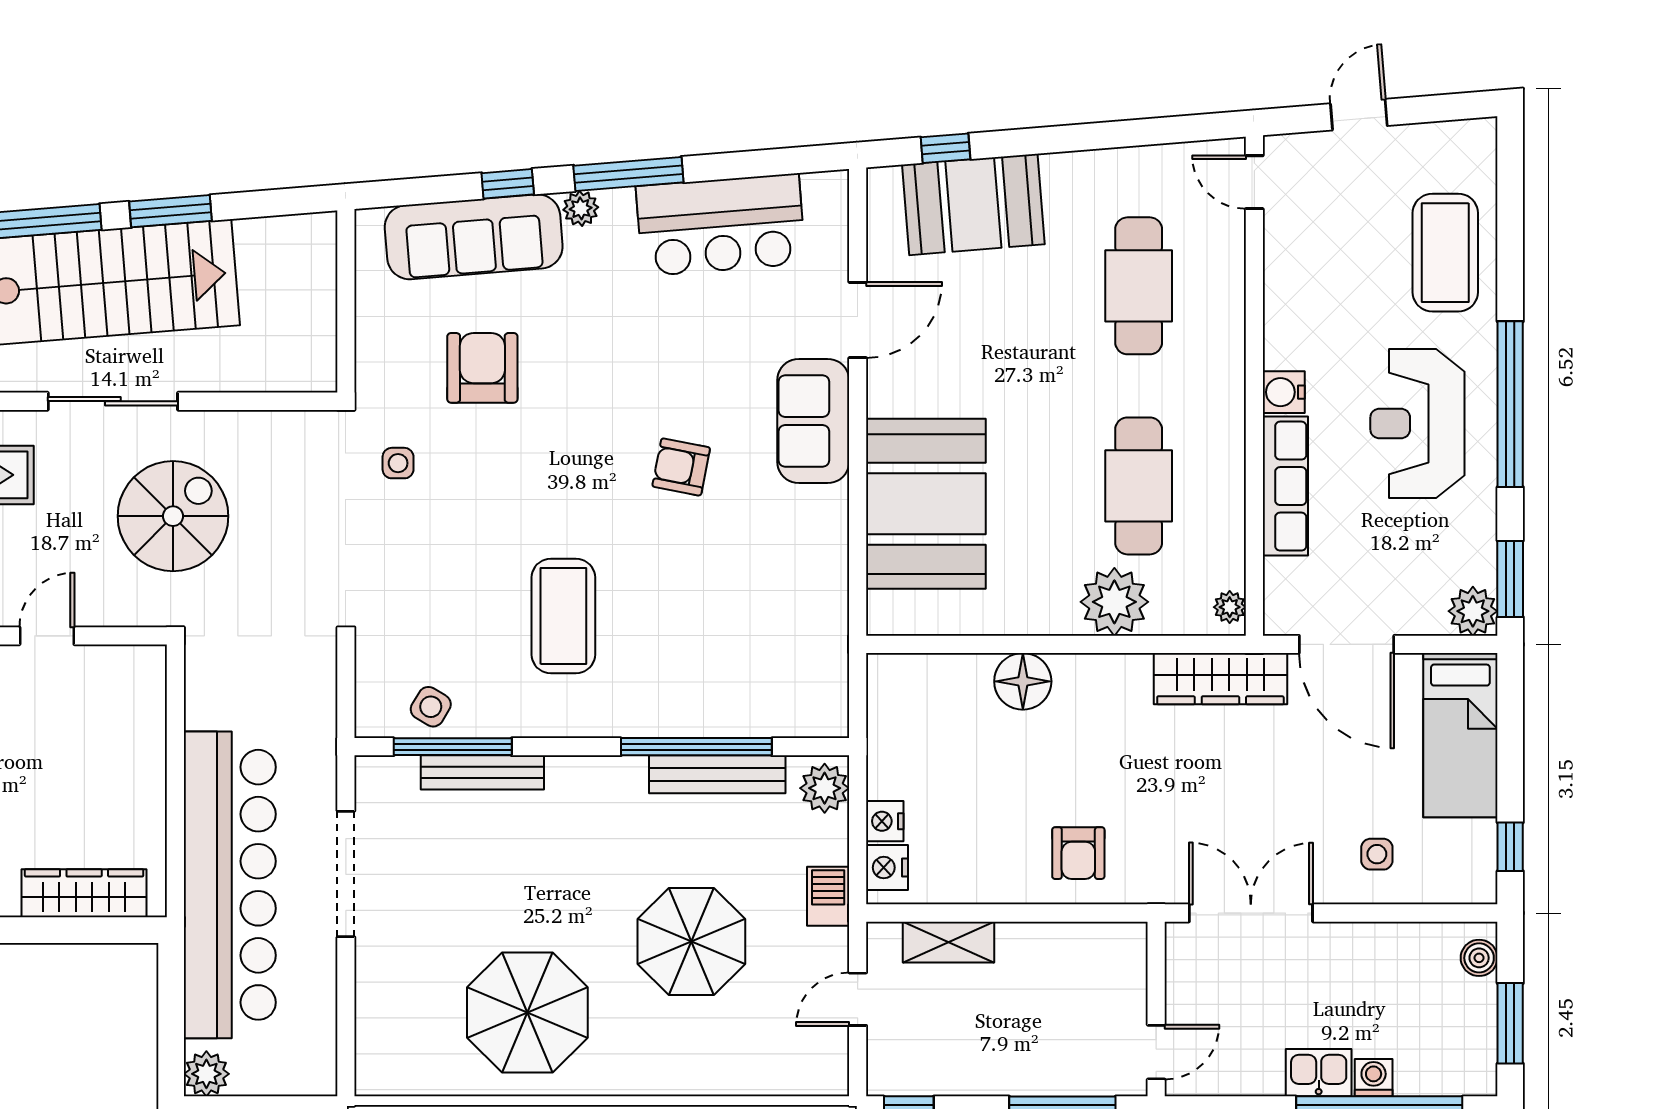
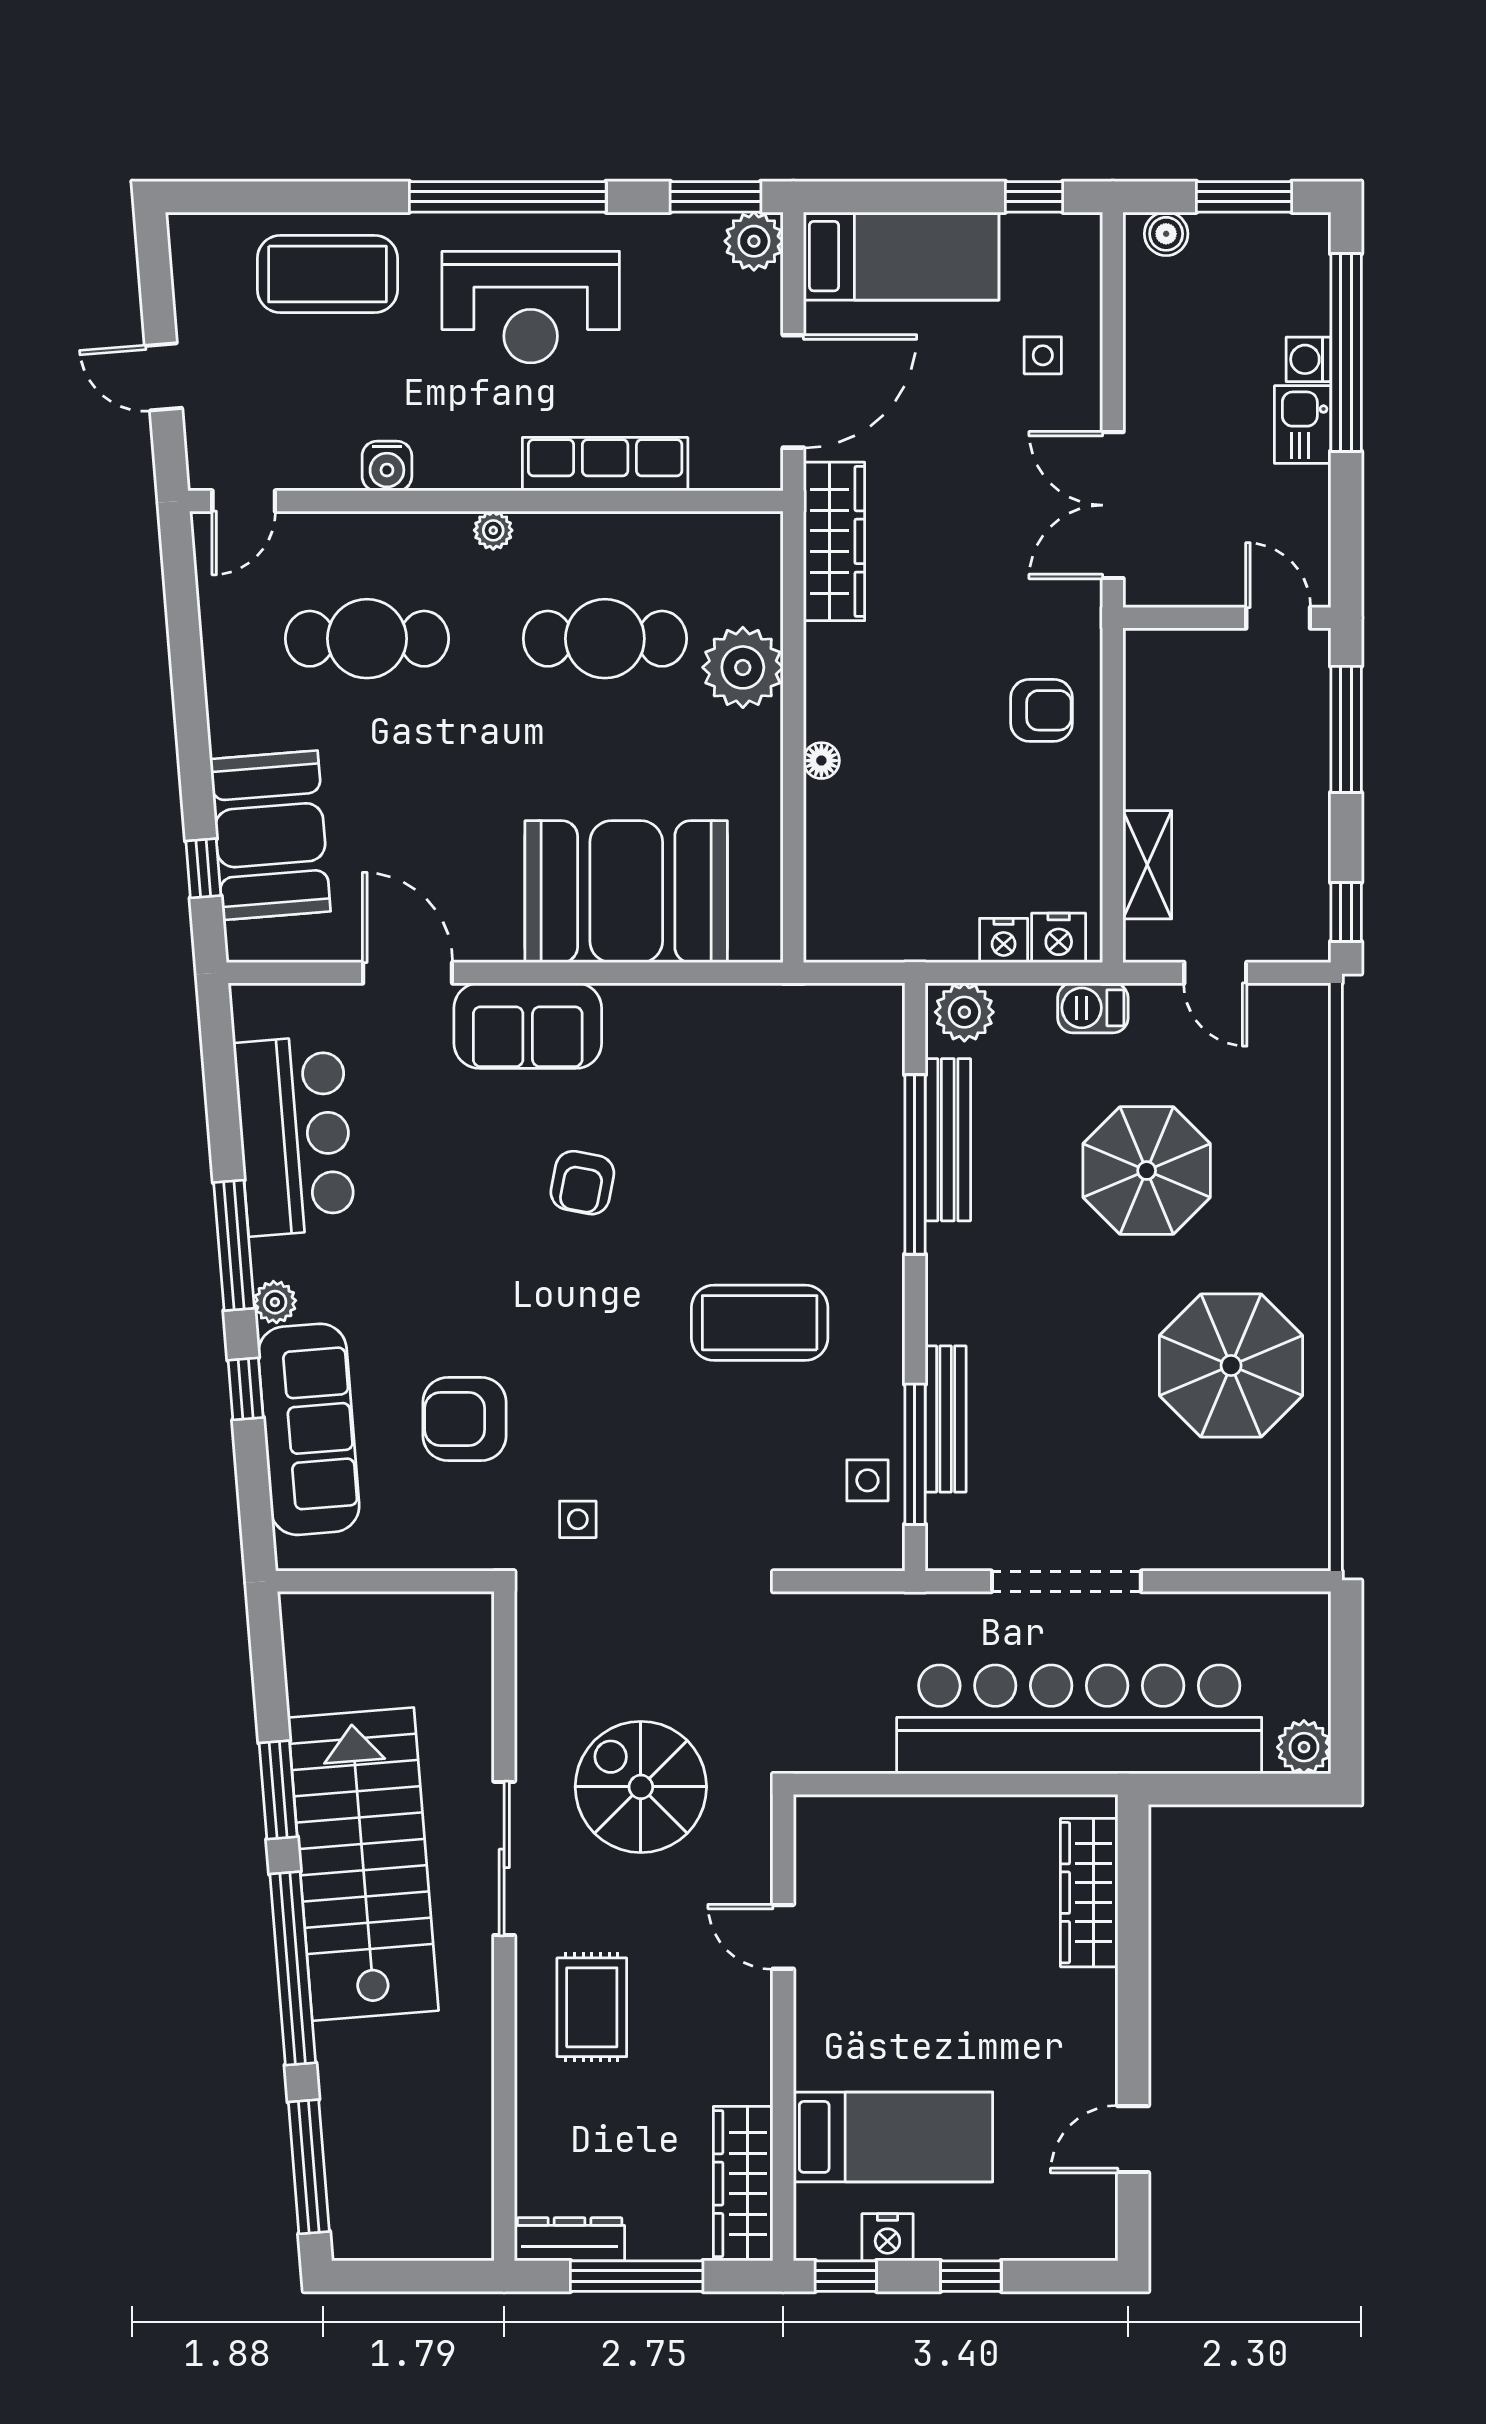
water cooler: (1284, 392) -> (387, 466), moved
plant: (1230, 607) -> (493, 530), moved
floor lamp: (1023, 681) -> (821, 761), width x0.53, depth x0.53
side table: (431, 707) -> (867, 1480), turned -31

